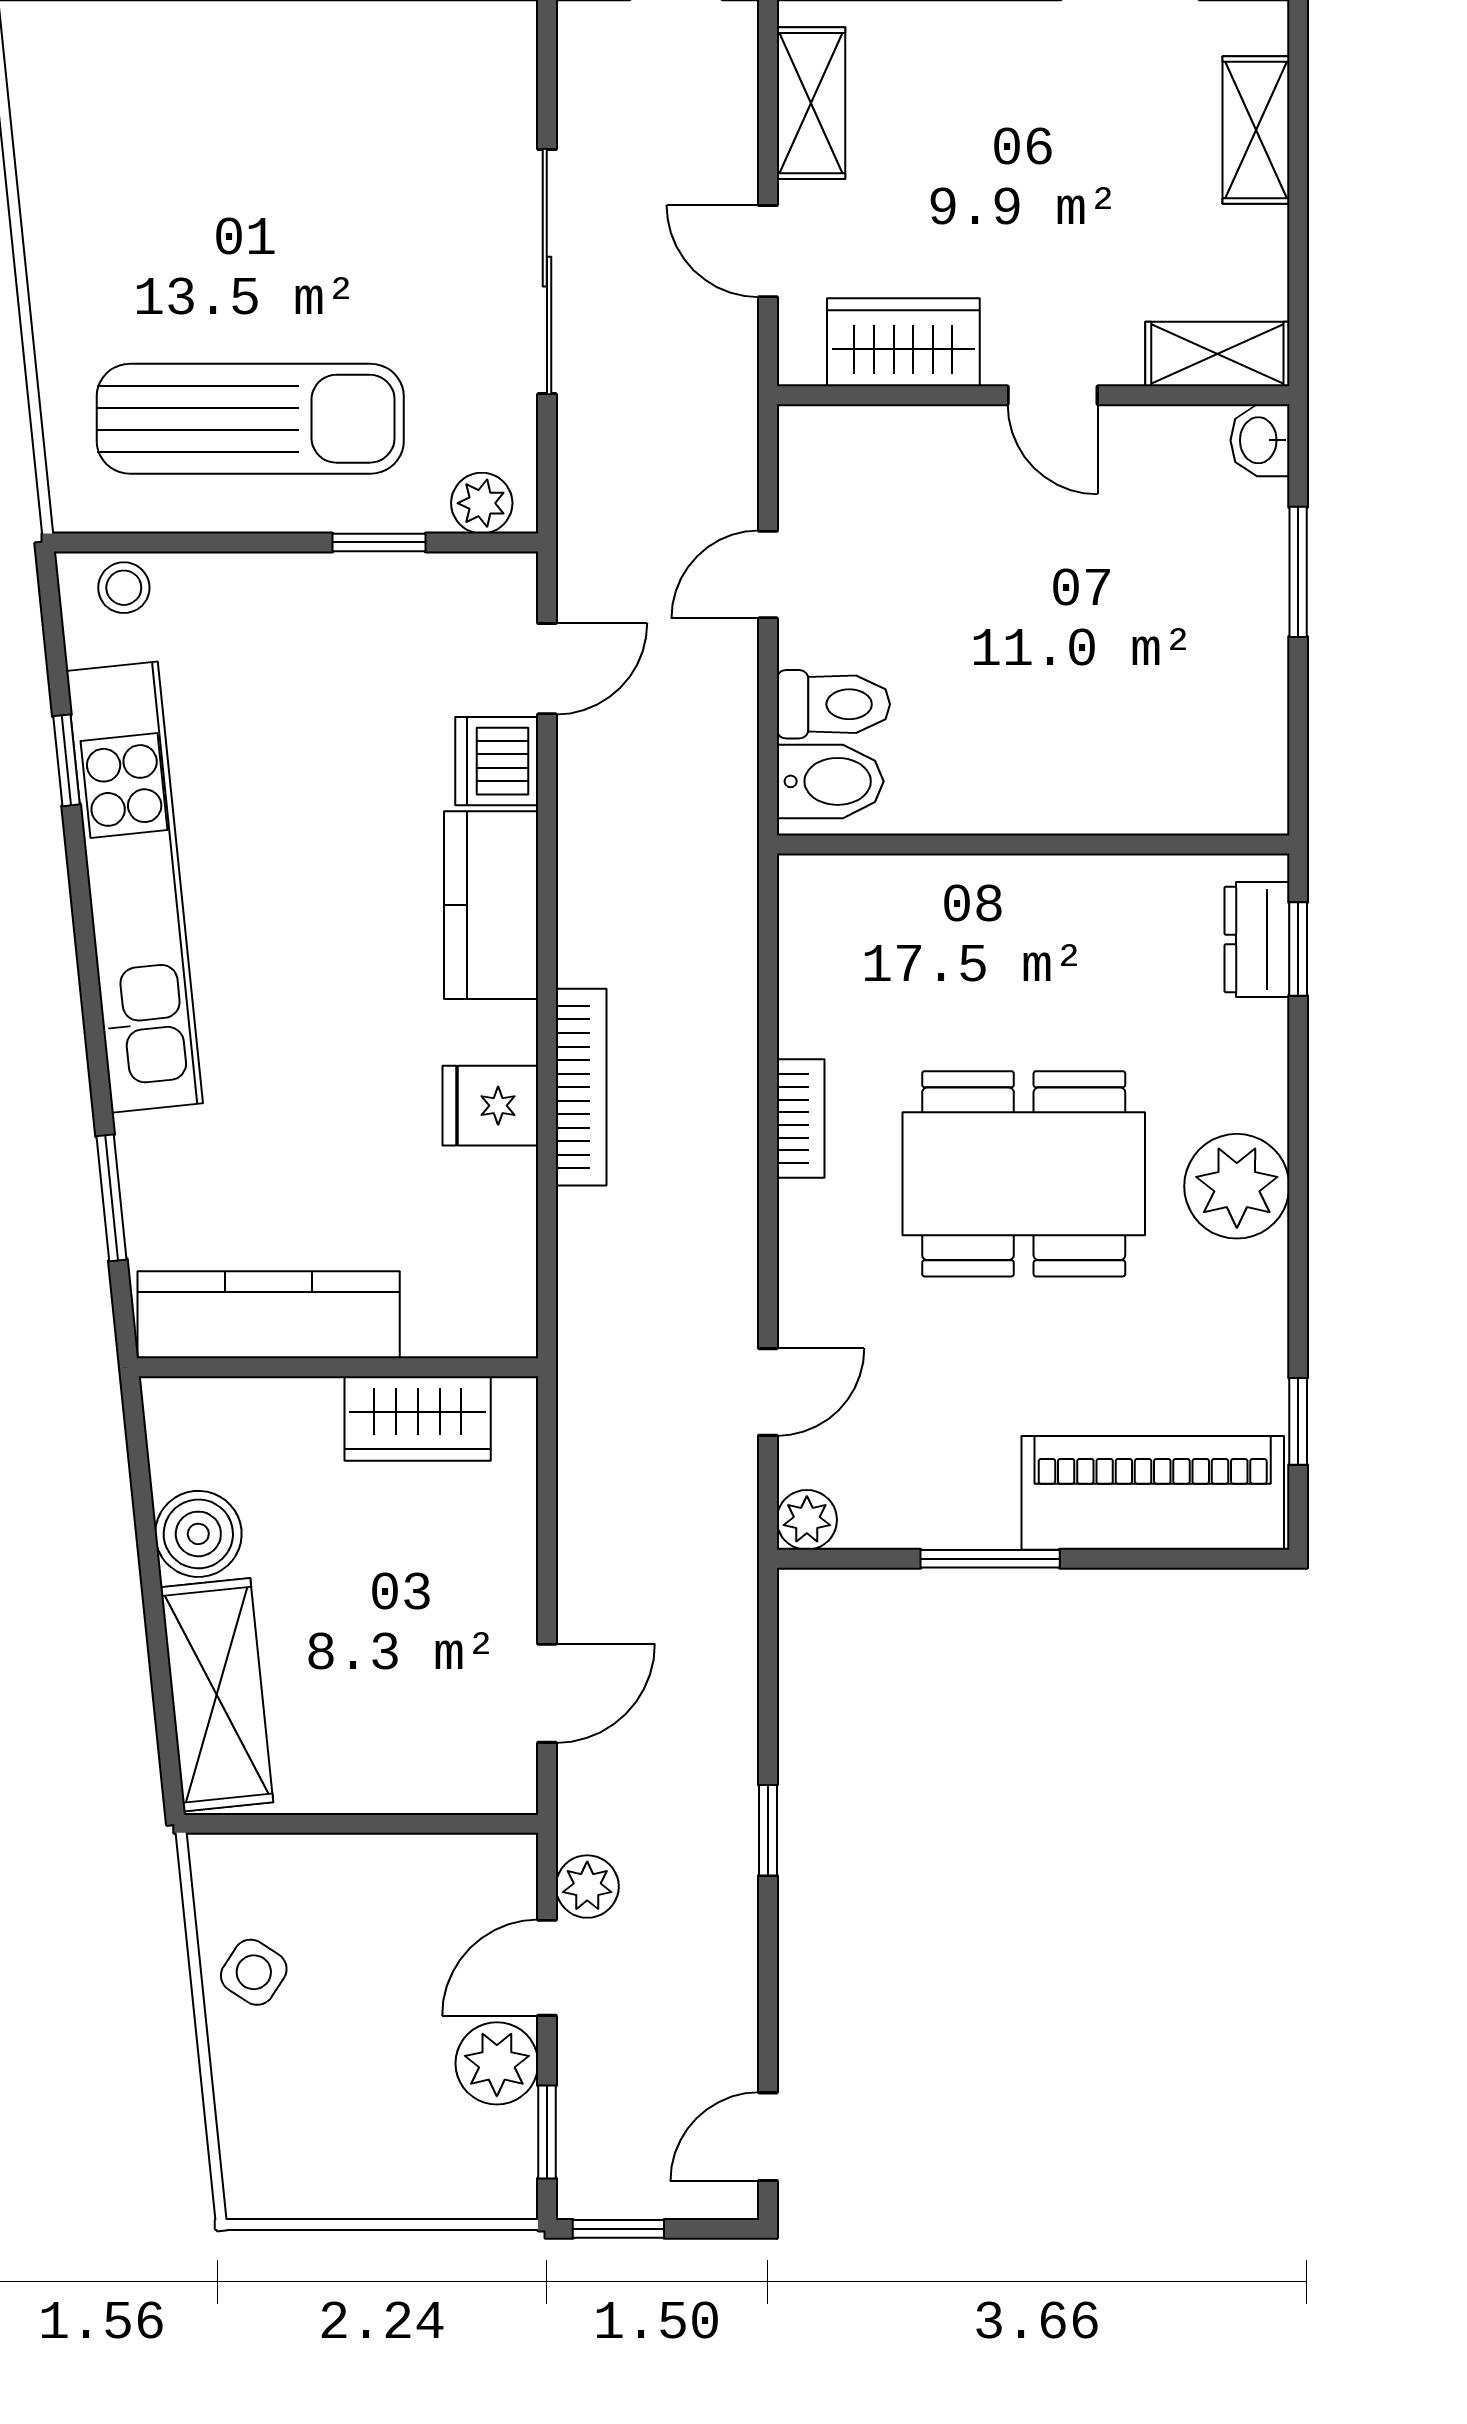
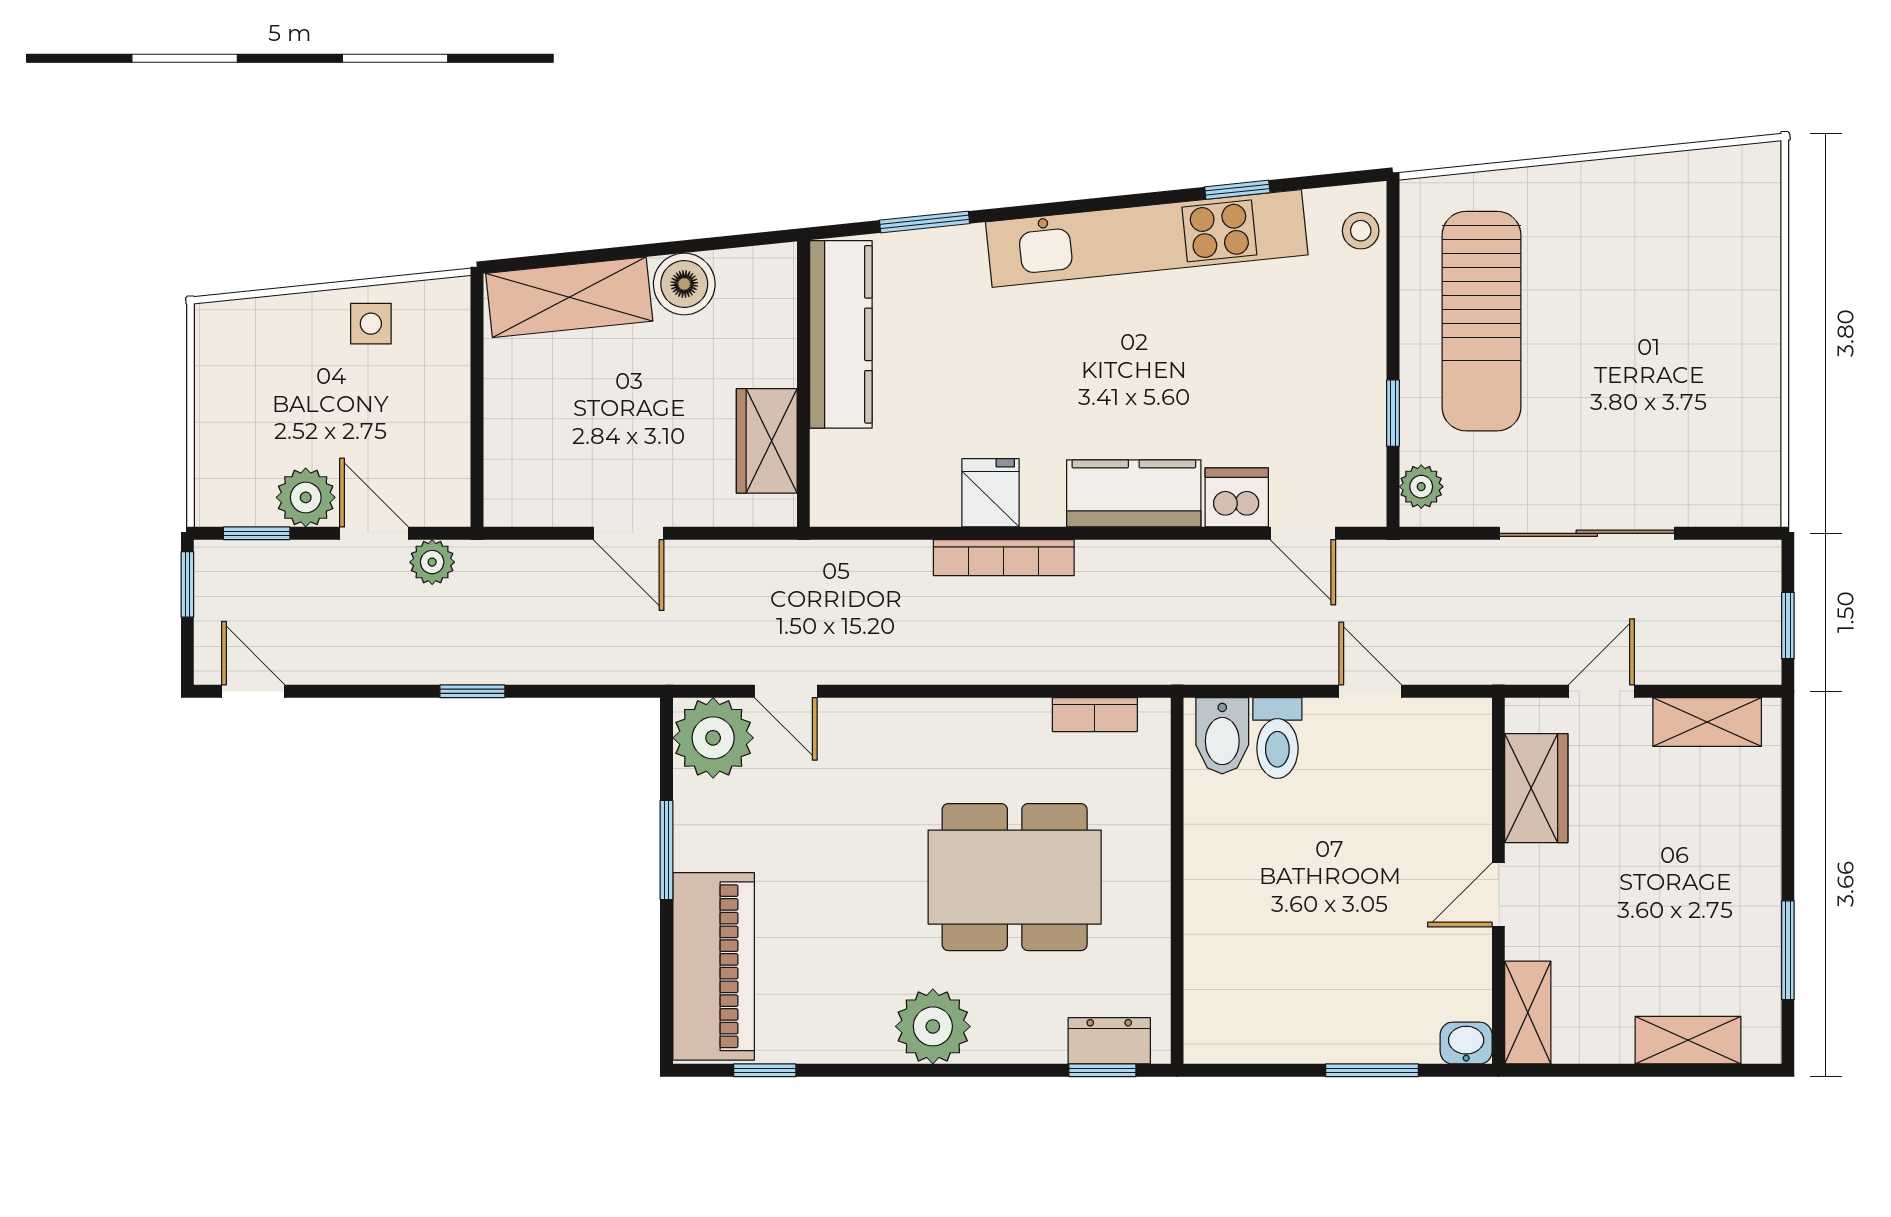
bookcase: (801, 1119) -> (1095, 715), moved
dining table: (1024, 1174) -> (1015, 877), moved, turned 90
plant: (807, 1520) -> (713, 738), width x1.88, depth x1.88
door: (547, 1693) -> (629, 533), moved
side table: (254, 1972) -> (371, 324), turned -33

